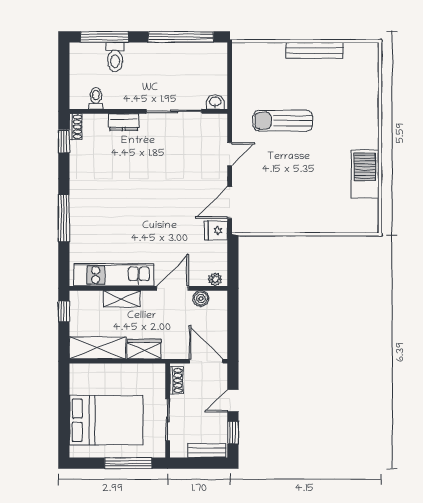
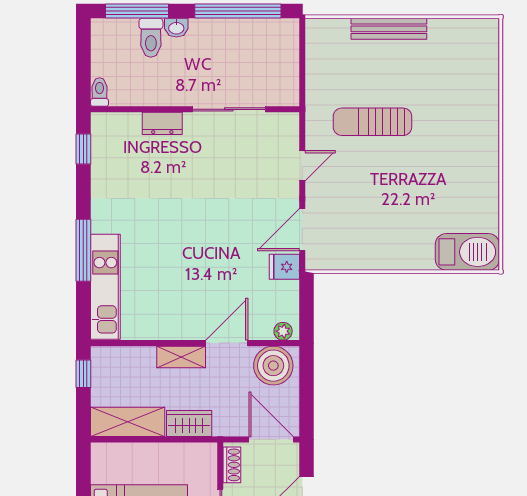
bench: (314, 50) -> (389, 29), moved
toilet: (96, 98) -> (100, 92), moved
washbasin: (215, 102) -> (176, 28), moved, turned 180
shoe rack: (76, 127) -> (99, 130), removed
barbecue: (365, 174) -> (467, 252), moved, turned 90
kitchen unit: (114, 275) -> (105, 287), moved, turned 90
boiler: (201, 298) -> (273, 366), width x1.86, depth x1.86
shelving: (122, 299) -> (181, 357), moved

